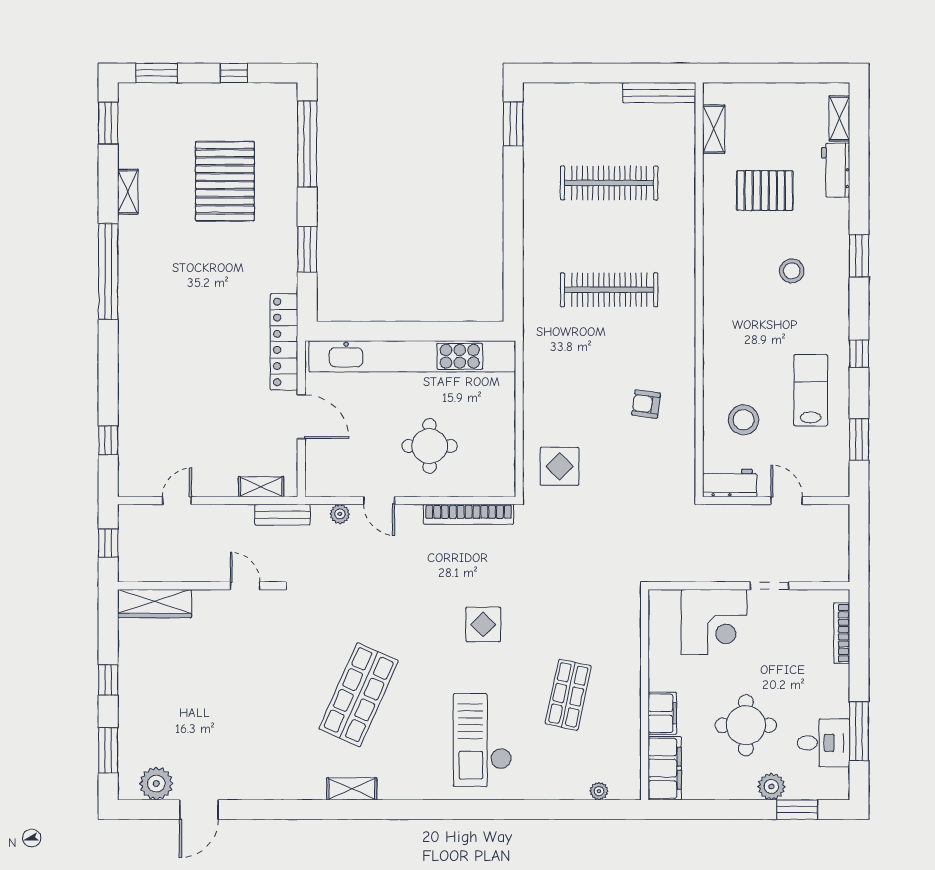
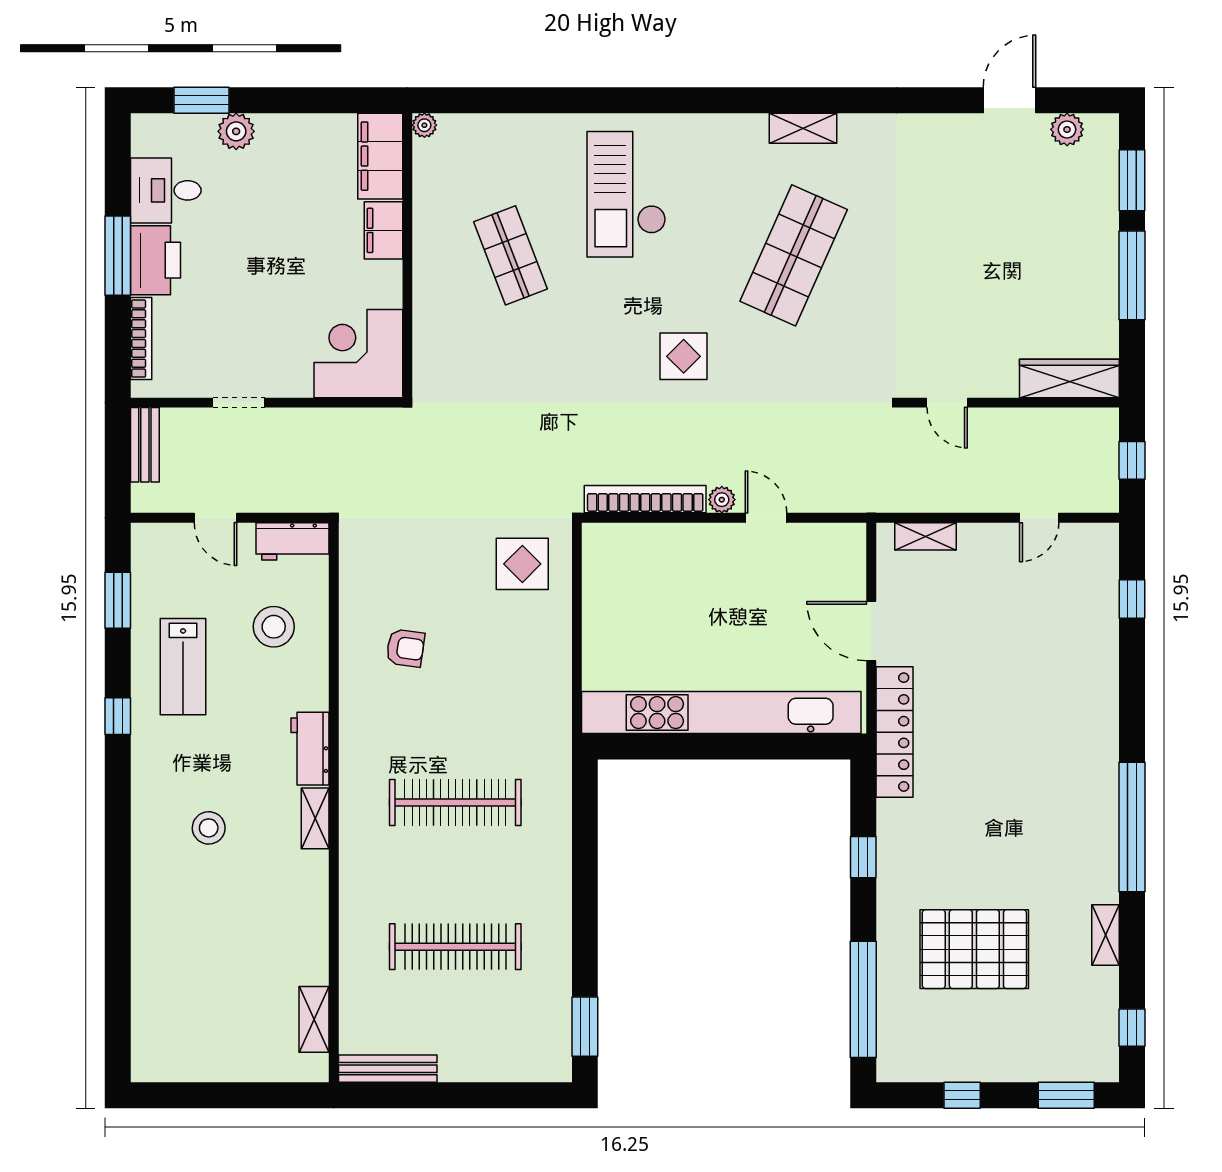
shelving: (839, 118) -> (315, 818), moved
window: (108, 123) -> (1132, 1028), width x0.67
workbench: (836, 170) -> (310, 749), moved, turned 180
pallet: (225, 181) -> (974, 949), turned 90
pallet: (765, 191) -> (245, 936), removed
window: (307, 249) -> (863, 857), width x0.67
window: (859, 256) -> (118, 848), removed
round table: (430, 446) -> (698, 591), removed
plant: (340, 514) -> (722, 500), moved
bench: (282, 515) -> (145, 445), moved, turned 90
corner desk: (714, 622) -> (358, 354), moved
display table: (483, 624) -> (684, 356), moved
window: (108, 680) -> (1132, 275), width x2.17
printer: (831, 691) -> (155, 260), added
shop shelf: (568, 695) -> (511, 255), turned -33
round table: (746, 725) -> (271, 214), removed
window: (859, 731) -> (118, 256), moved
checkout: (482, 740) -> (626, 194), turned 180
plant: (156, 784) -> (1067, 129), width x0.73, depth x0.73
plant: (599, 791) -> (424, 125), moved

